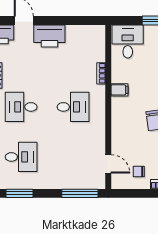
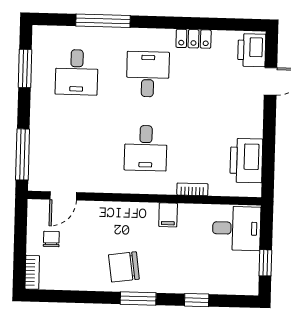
printer: (49, 36) -> (246, 161), moved

